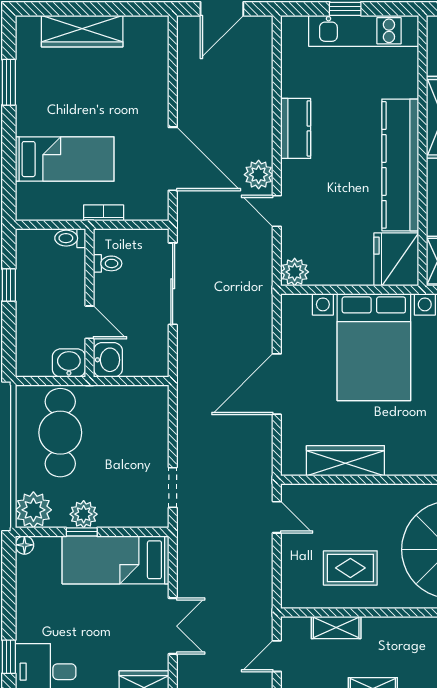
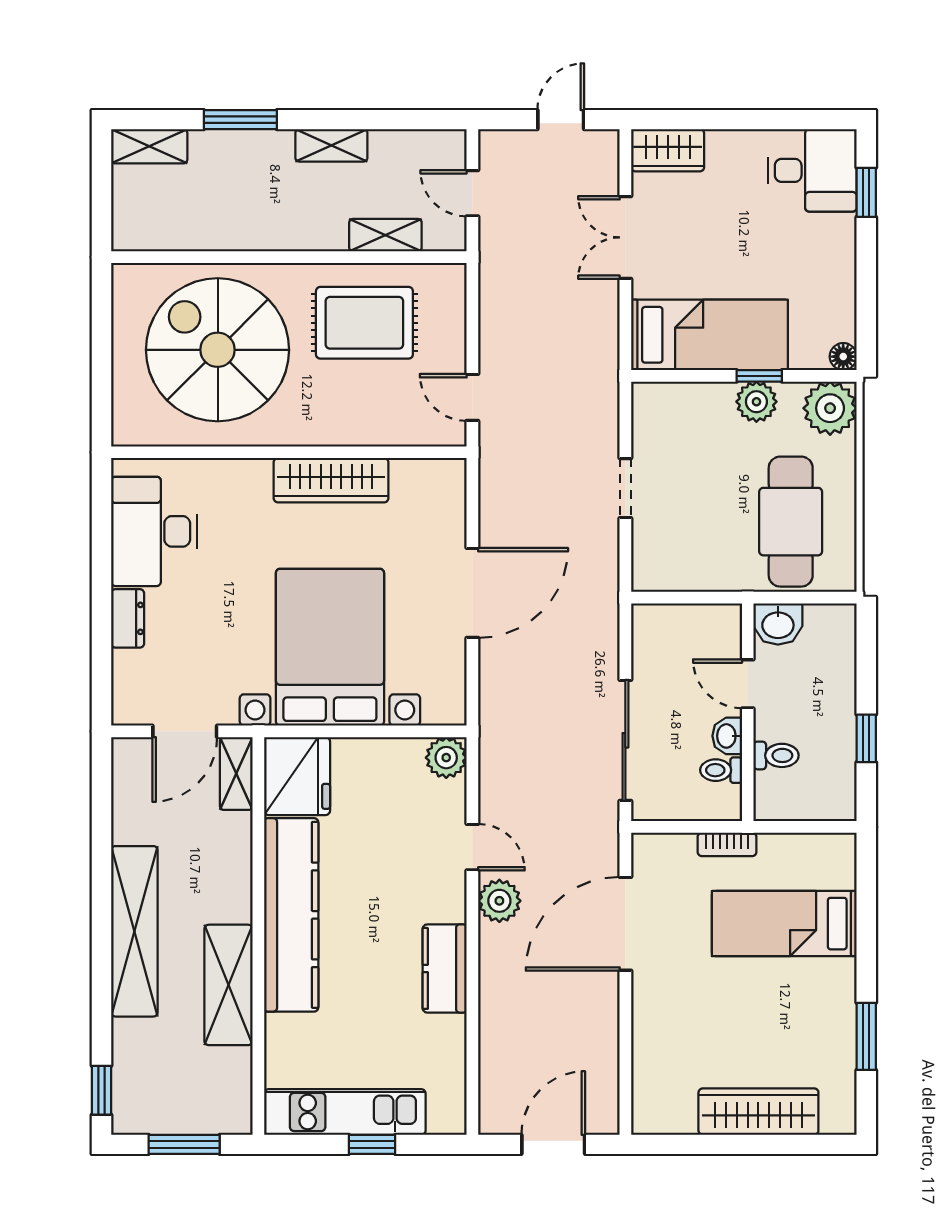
door: (173, 159) -> (625, 924), hinge flipped
toilet: (70, 238) -> (776, 755), moved
washbasin: (108, 360) -> (727, 736), moved, width x0.72, depth x0.69
wardrobe: (345, 461) -> (331, 480), moved
doorway: (173, 487) -> (625, 488), moved
rug: (350, 568) -> (364, 323), width x1.36, depth x1.43
door: (277, 656) -> (472, 193), swing flipped

